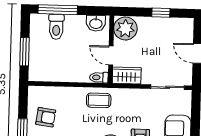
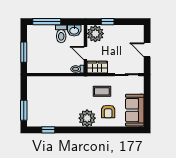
window: (161, 13) -> (108, 22), moved
toilet: (56, 27) -> (61, 34), moved
coffee table: (99, 100) -> (102, 91), moved
armchair: (46, 117) -> (40, 98), removed

